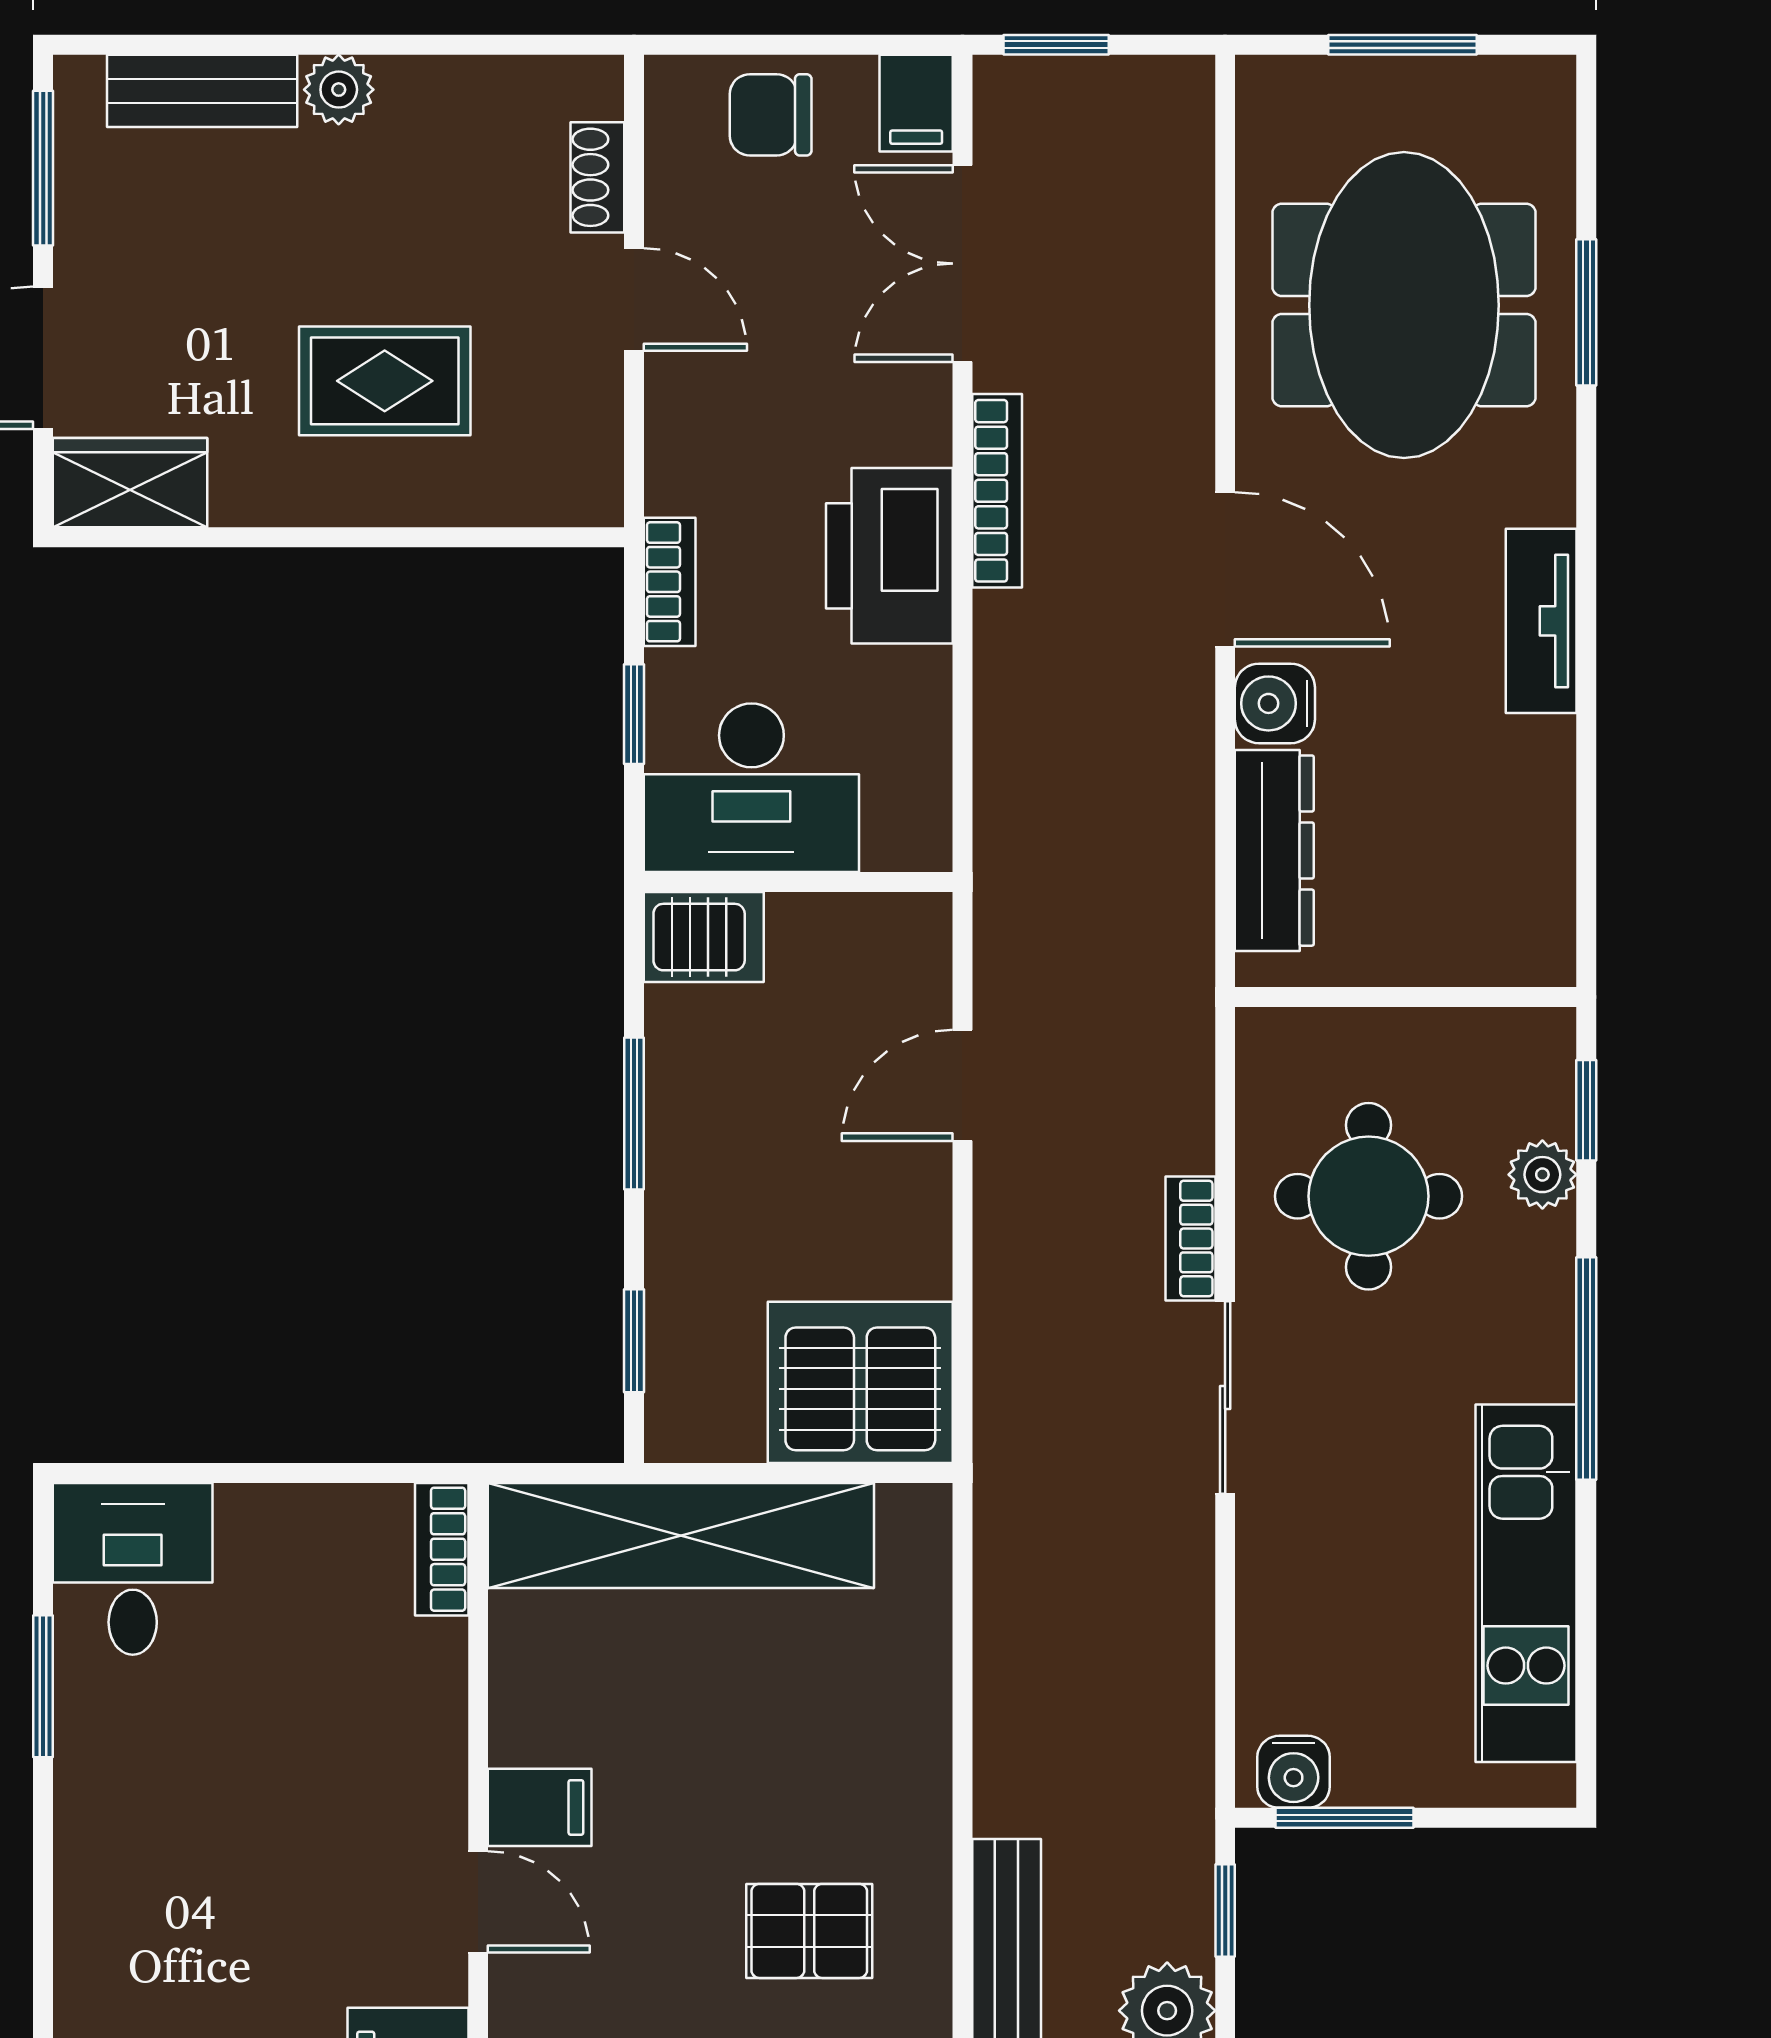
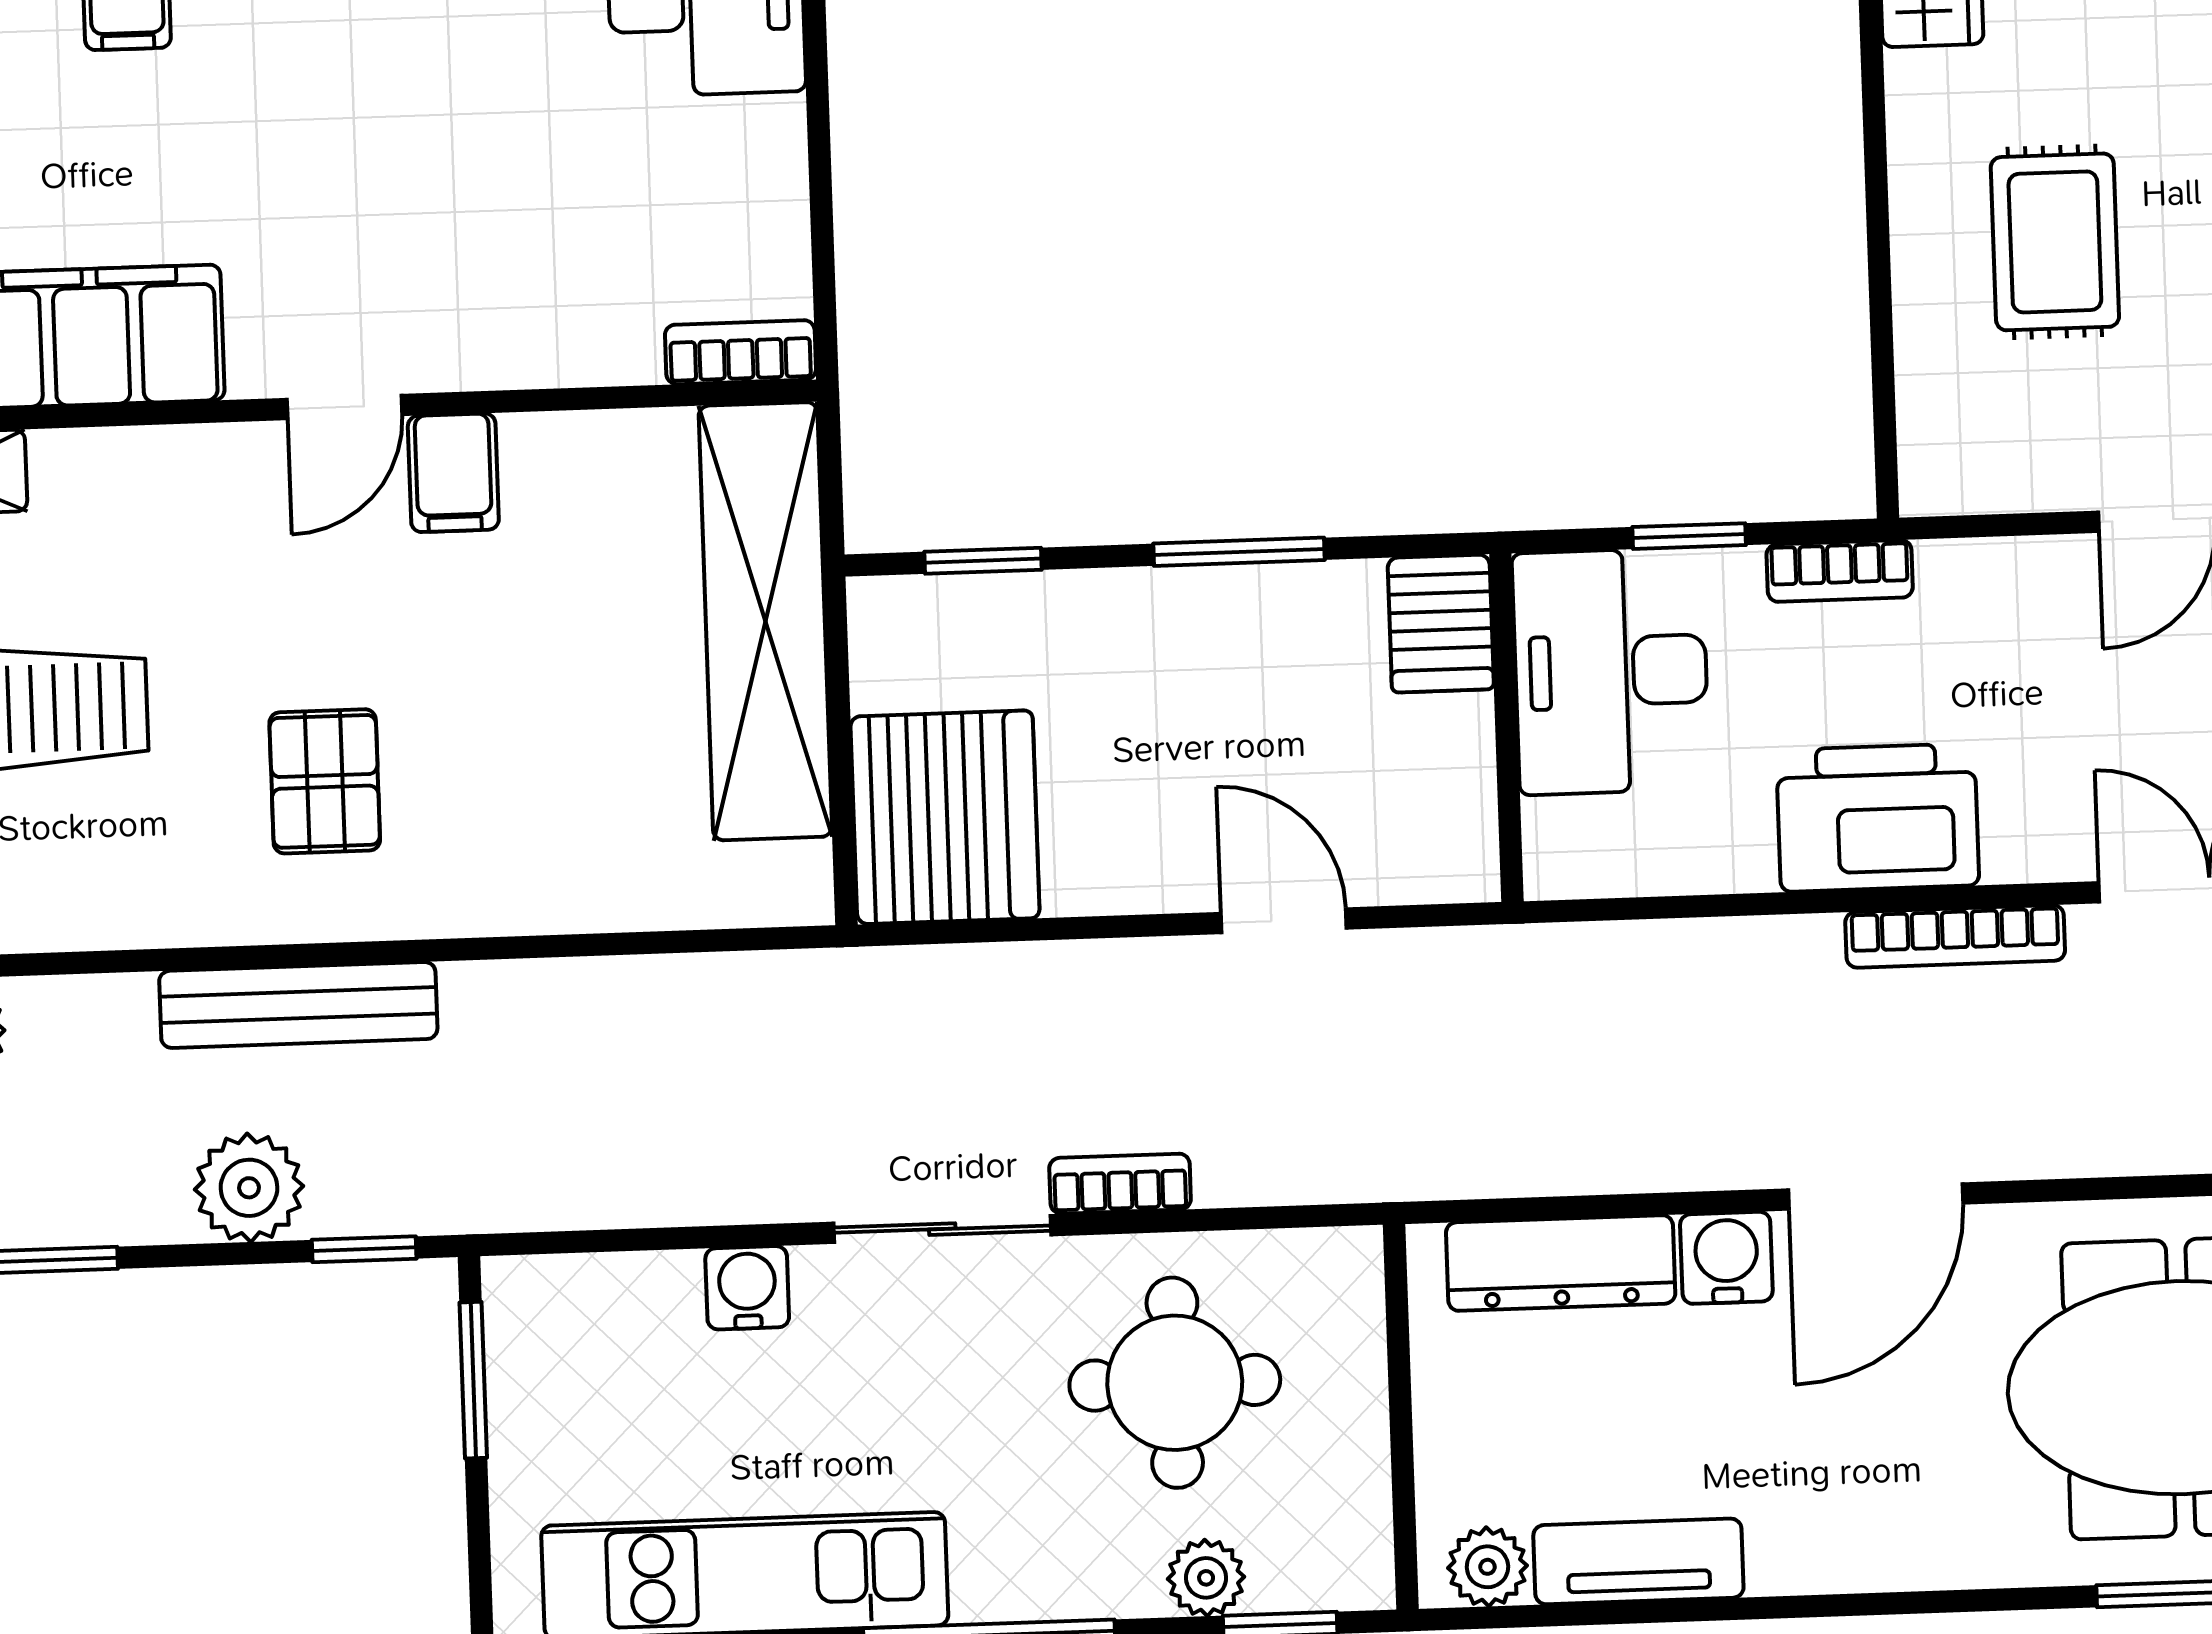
tv unit: (1541, 621) -> (1638, 1561), moved
plant: (1541, 925) -> (1487, 1567), added
water cooler: (1294, 1772) -> (747, 1288), moved, turned 90

